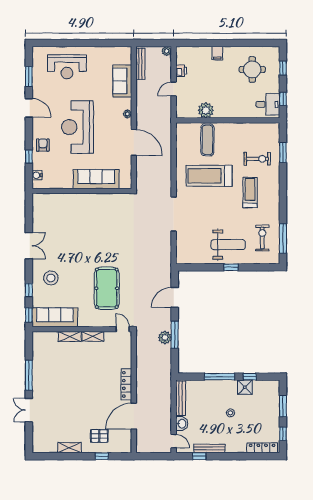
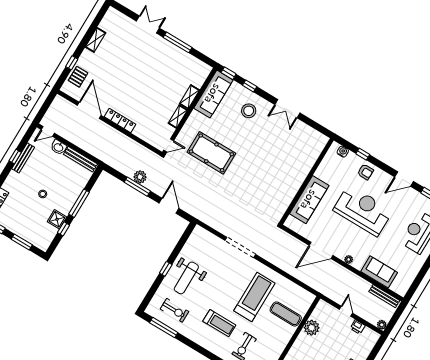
pallet: (99, 436) -> (78, 77), moved
window: (199, 456) -> (15, 157), moved

